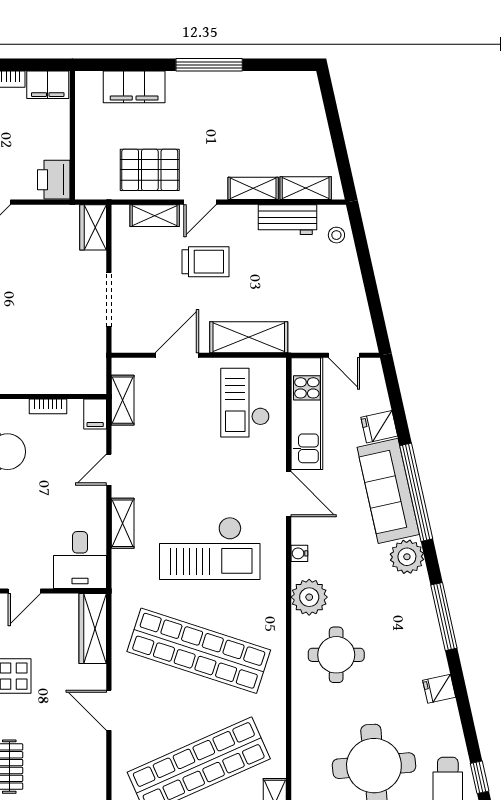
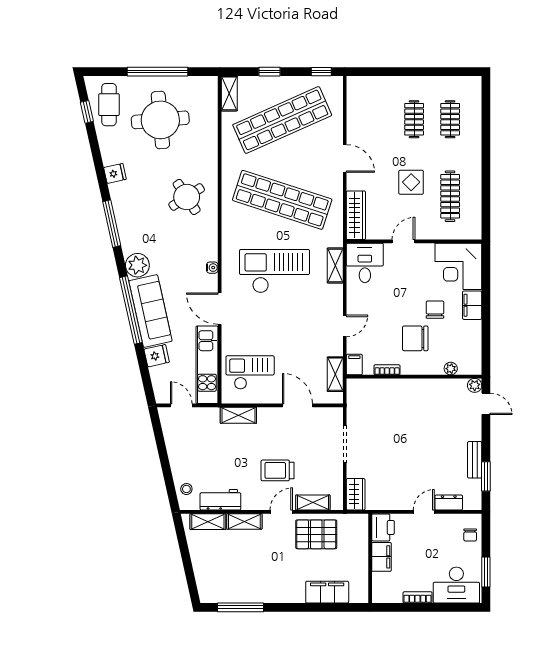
window: (209, 65) -> (240, 607), moved
filing cabinet: (48, 85) -> (381, 557), moved, turned 90
shelving: (249, 337) -> (238, 415), width x0.67, depth x0.75
door: (177, 355) -> (297, 405), swing flipped
checkout: (245, 403) -> (250, 372), turned -90
shelving: (123, 523) -> (335, 265), moved
plant: (309, 597) -> (205, 237), removed
round table: (336, 655) -> (187, 197), turned -33

